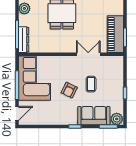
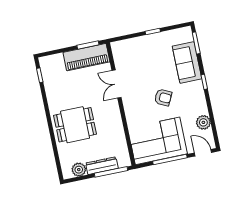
dresser: (24, 40) -> (102, 166), moved
coffee table: (91, 84) -> (151, 73), removed
plant: (117, 119) -> (203, 122), moved

